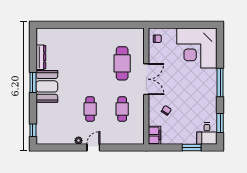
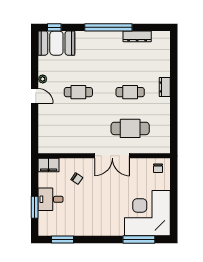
dresser: (86, 33) -> (165, 87), added
window: (33, 82) -> (108, 27), width x2.11
window: (220, 83) -> (139, 239), moved
booth: (47, 86) -> (56, 43), moved
cafe table: (122, 109) -> (130, 92), moved
desk: (207, 134) -> (51, 199), moved

